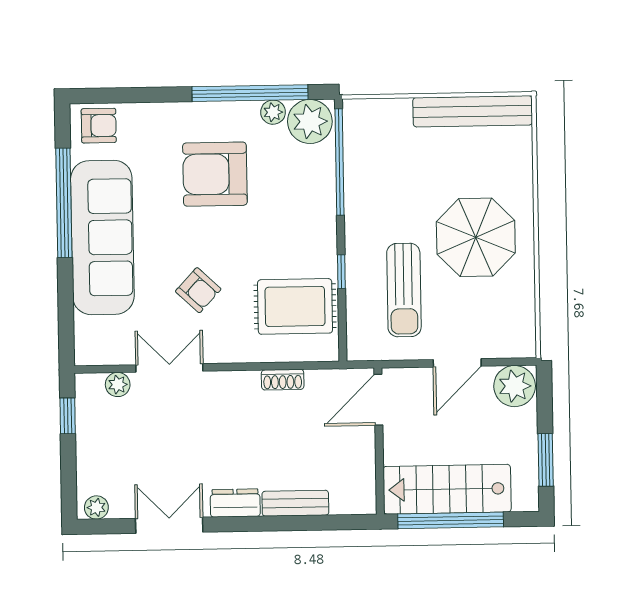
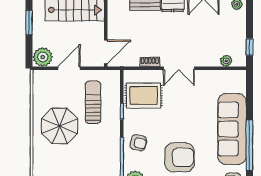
armchair: (198, 290) -> (138, 143), moved, turned 151
double door: (169, 368) -> (179, 68), moved

